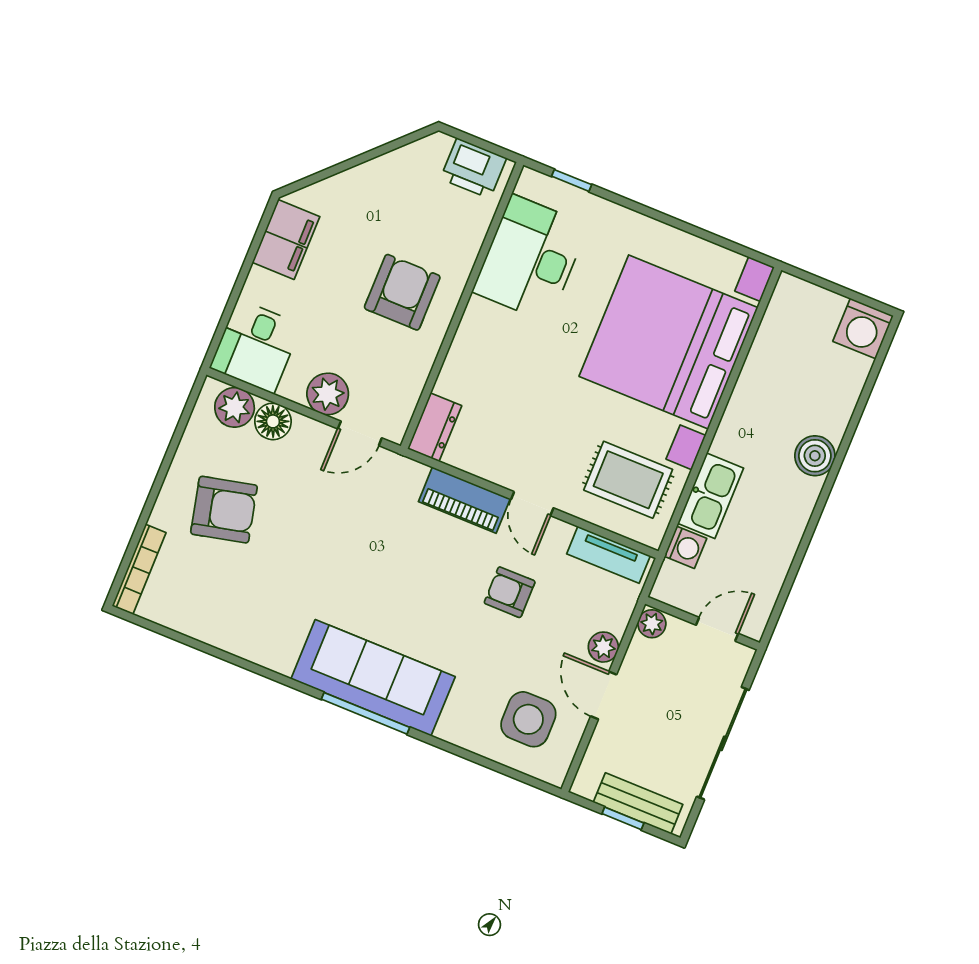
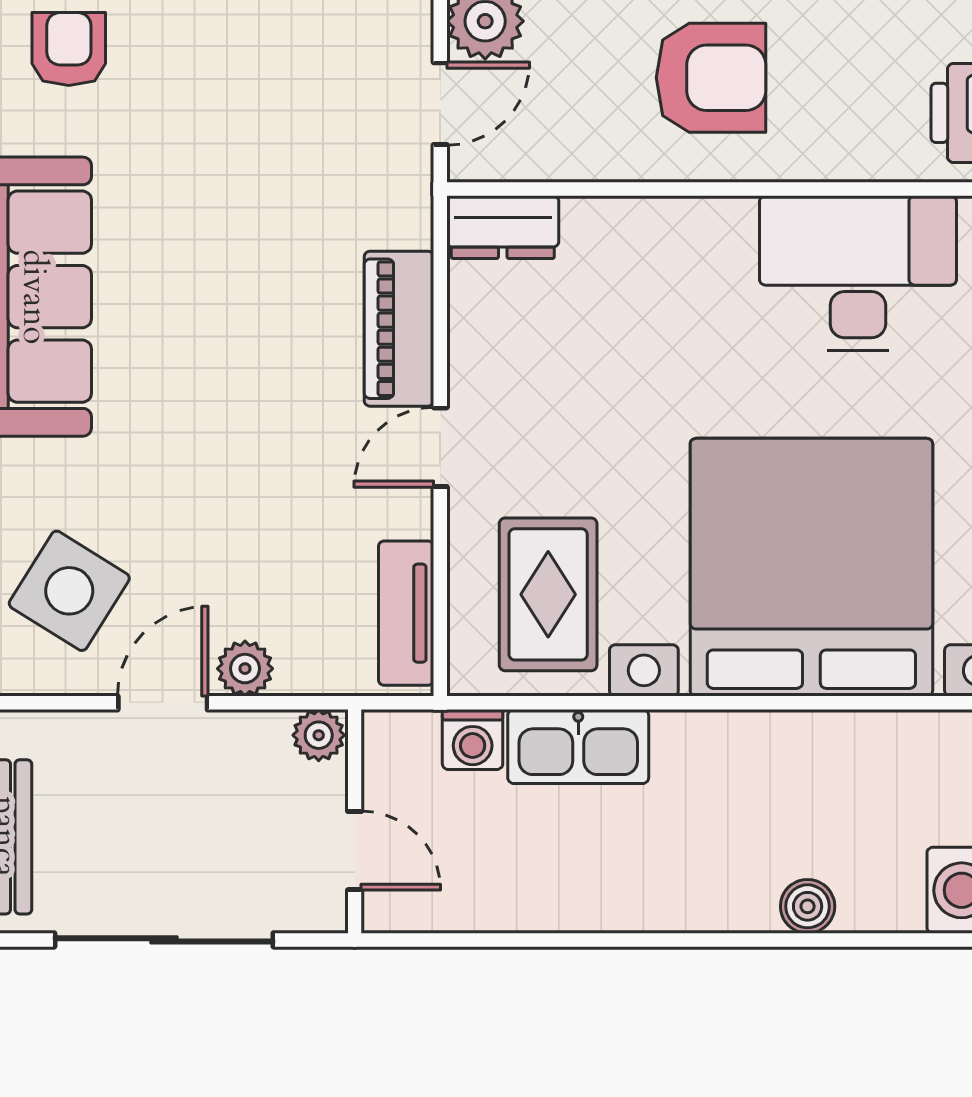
door: (360, 433) -> (440, 104), swing flipped
boiler: (815, 456) -> (808, 906), moved, width x0.73, depth x0.73
armchair: (510, 592) -> (69, 49), moved
side table: (528, 719) -> (69, 591), turned 32

